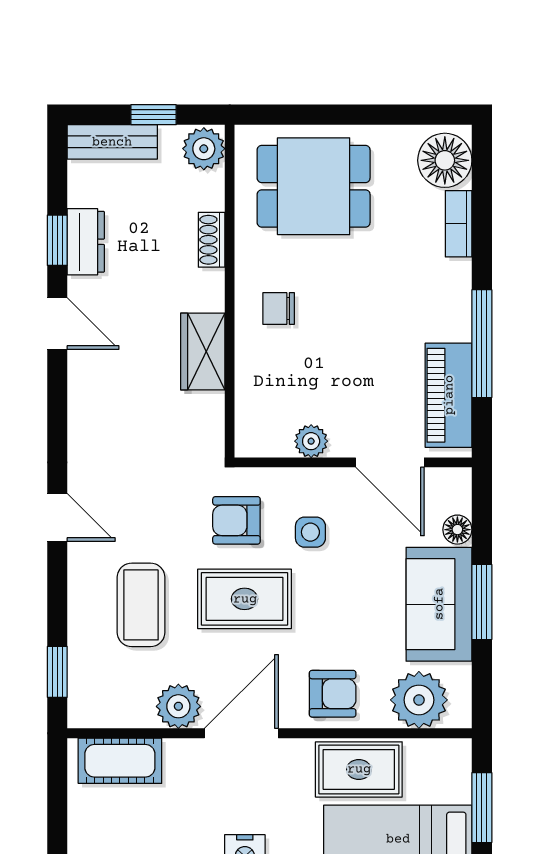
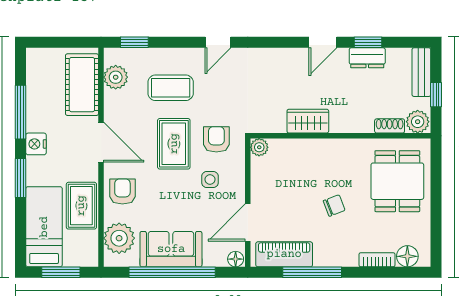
floor lamp: (445, 160) -> (407, 256), width x0.73, depth x0.73
shoe rack: (212, 240) -> (390, 126), moved
chair: (279, 309) -> (334, 205), moved, turned 69
plant: (311, 441) -> (259, 147), moved
floor lamp: (457, 530) -> (236, 259), moved
window: (482, 602) -> (172, 272), width x2.11
armchair: (333, 694) -> (122, 191), turned 180
plant: (178, 706) -> (116, 77), moved
cot: (120, 761) -> (82, 85), width x1.37, depth x1.34

